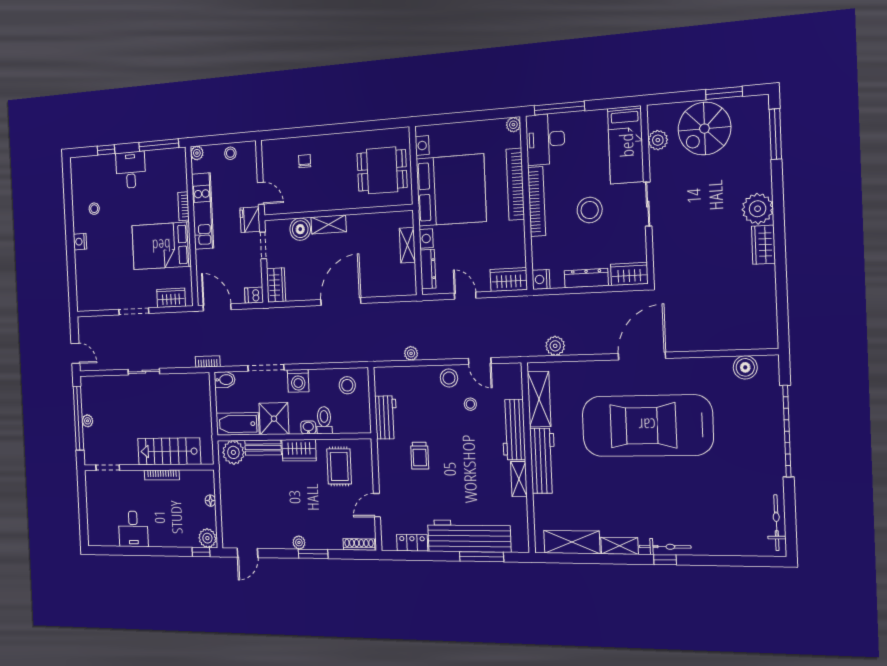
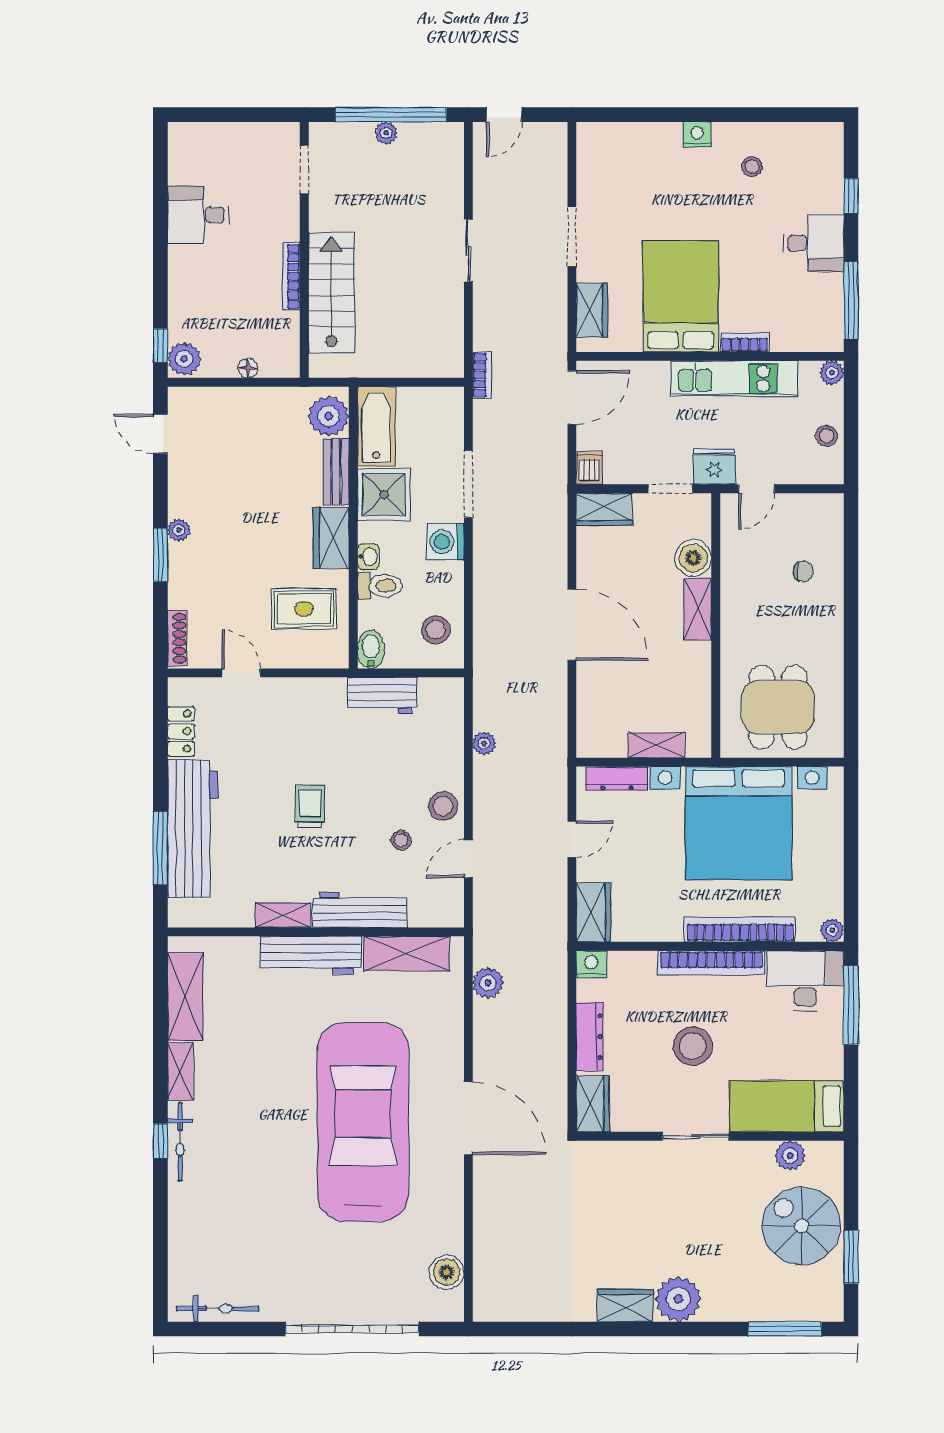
bidet: (225, 380) -> (371, 649), moved, turned 180
trolley: (420, 456) -> (310, 806), moved, turned 90

